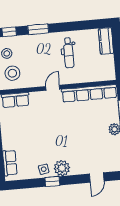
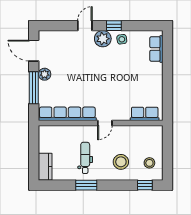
window: (38, 29) -> (86, 185), moved
stool: (12, 73) -> (121, 162), moved
door: (97, 178) -> (85, 26), moved

